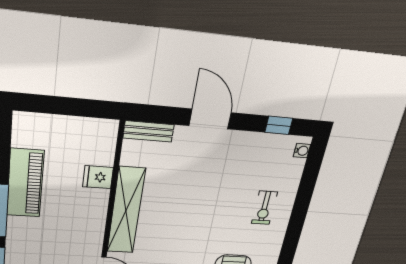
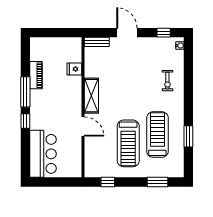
piano: (25, 183) -> (36, 75), width x0.73, depth x0.75
shelving: (126, 211) -> (91, 96), width x0.68

